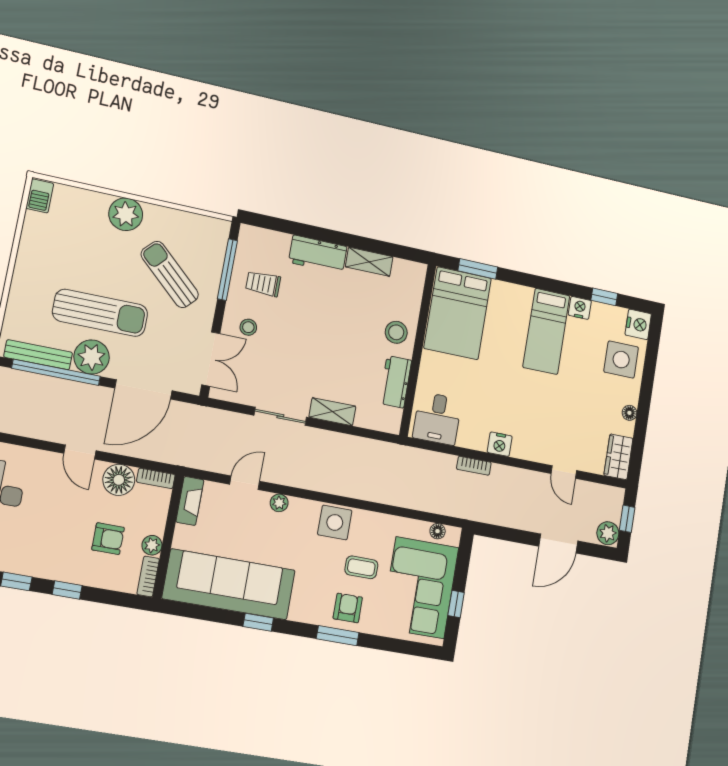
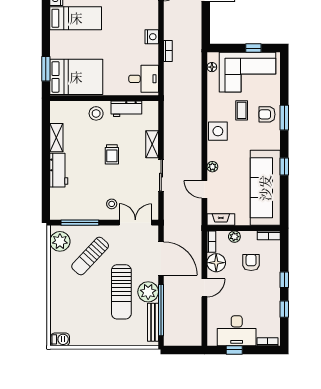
plant: (126, 214) -> (60, 241), moved
trolley: (263, 284) -> (112, 154), moved
sun lounger: (100, 313) -> (121, 292), turned 180
plant: (152, 545) -> (234, 237), moved

